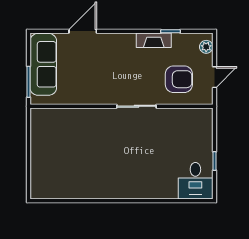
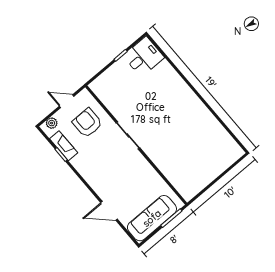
fireplace: (154, 40) -> (64, 146), moved

